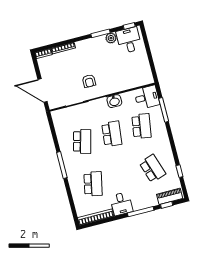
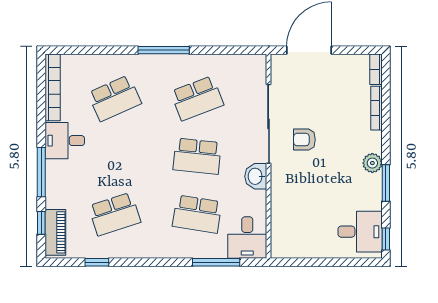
plant: (111, 38) -> (372, 163), moved
school desk: (82, 141) -> (197, 98), turned -36
school desk: (93, 184) -> (115, 98), turned -36

